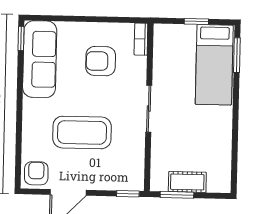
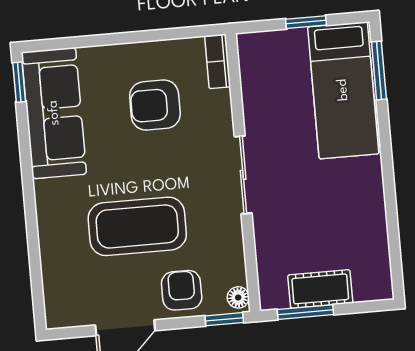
armchair: (36, 173) -> (182, 290), moved
floor lamp: (138, 182) -> (238, 297), added

